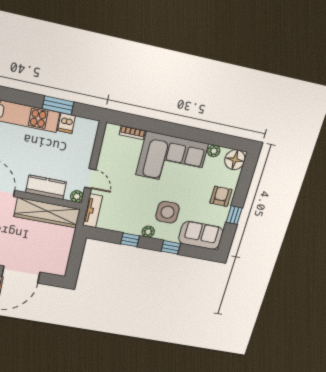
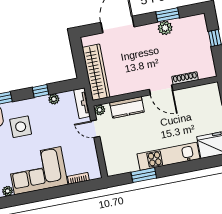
dishwasher: (66, 123) -> (132, 164), removed
wardrobe: (47, 213) -> (96, 72), moved, turned 90
plant: (148, 232) -> (54, 99), moved

